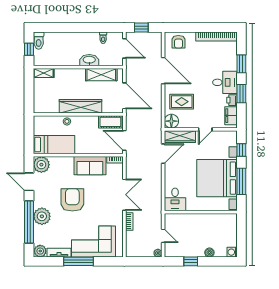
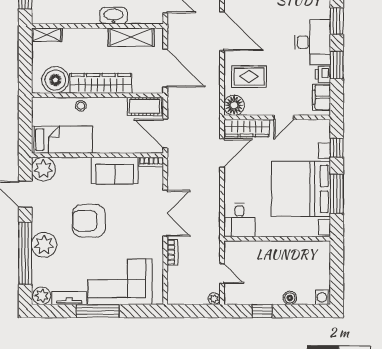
desk: (225, 82) -> (313, 42), width x1.37
boiler: (49, 104) -> (55, 80), added
armchair: (72, 200) -> (89, 221), turned -90

